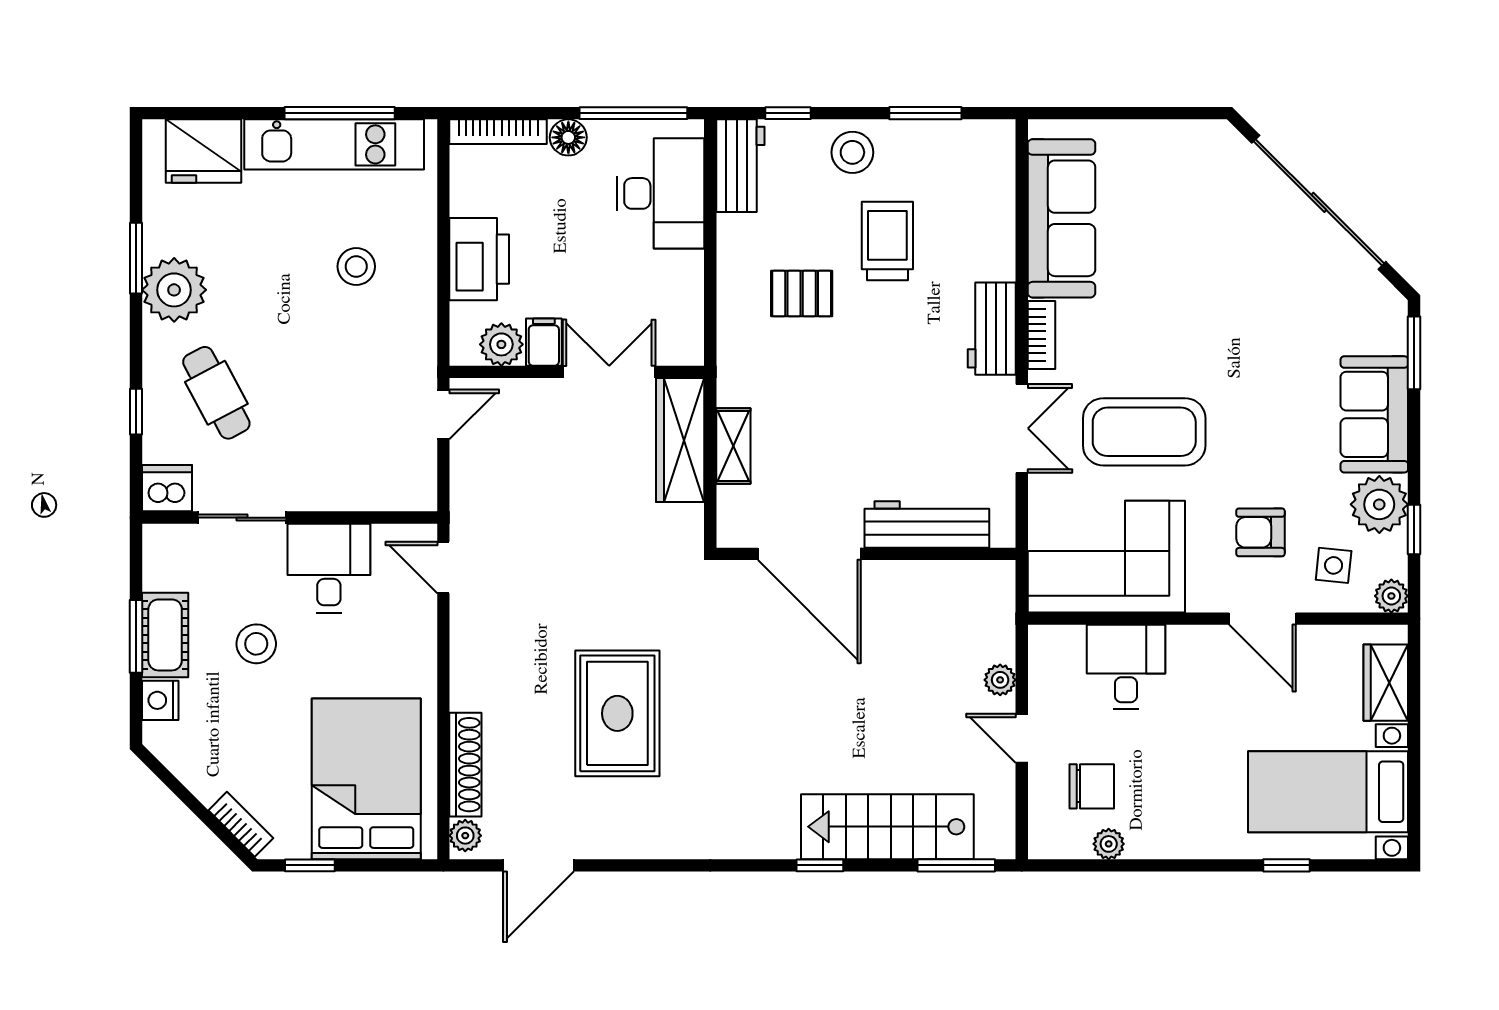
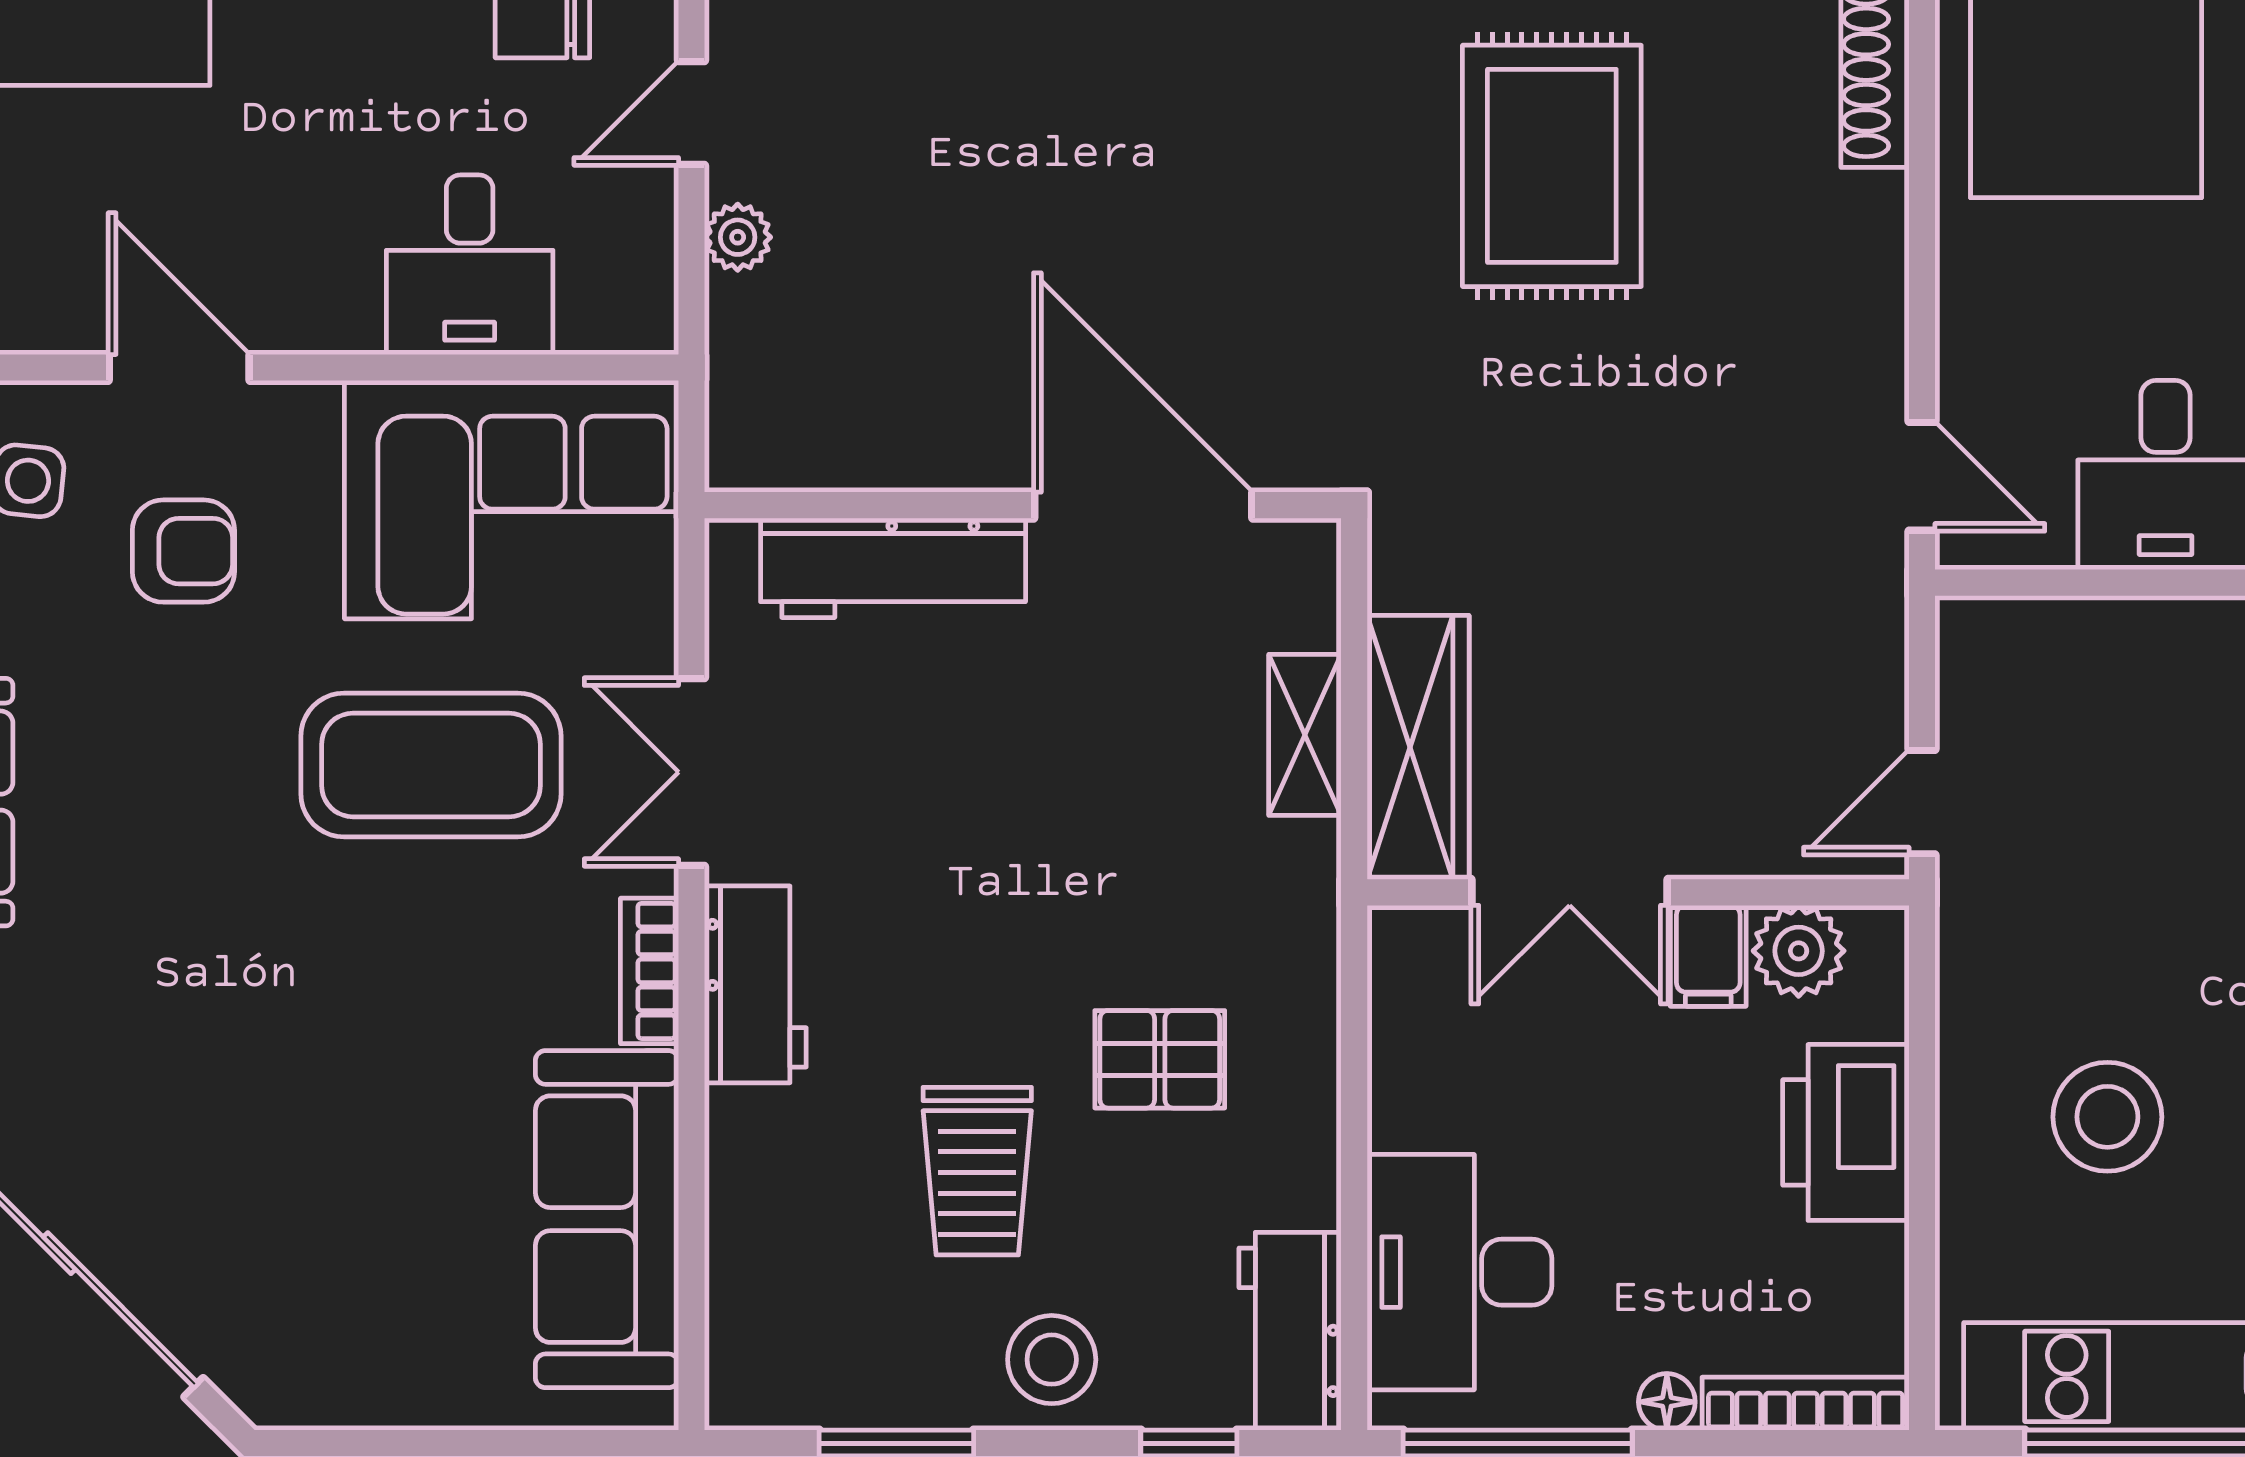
floor lamp: (568, 137) -> (1667, 1402), width x0.73, depth x0.73
stool: (356, 266) -> (2107, 1117), width x1.38, depth x1.38
door: (1022, 738) -> (692, 113), swing flipped

